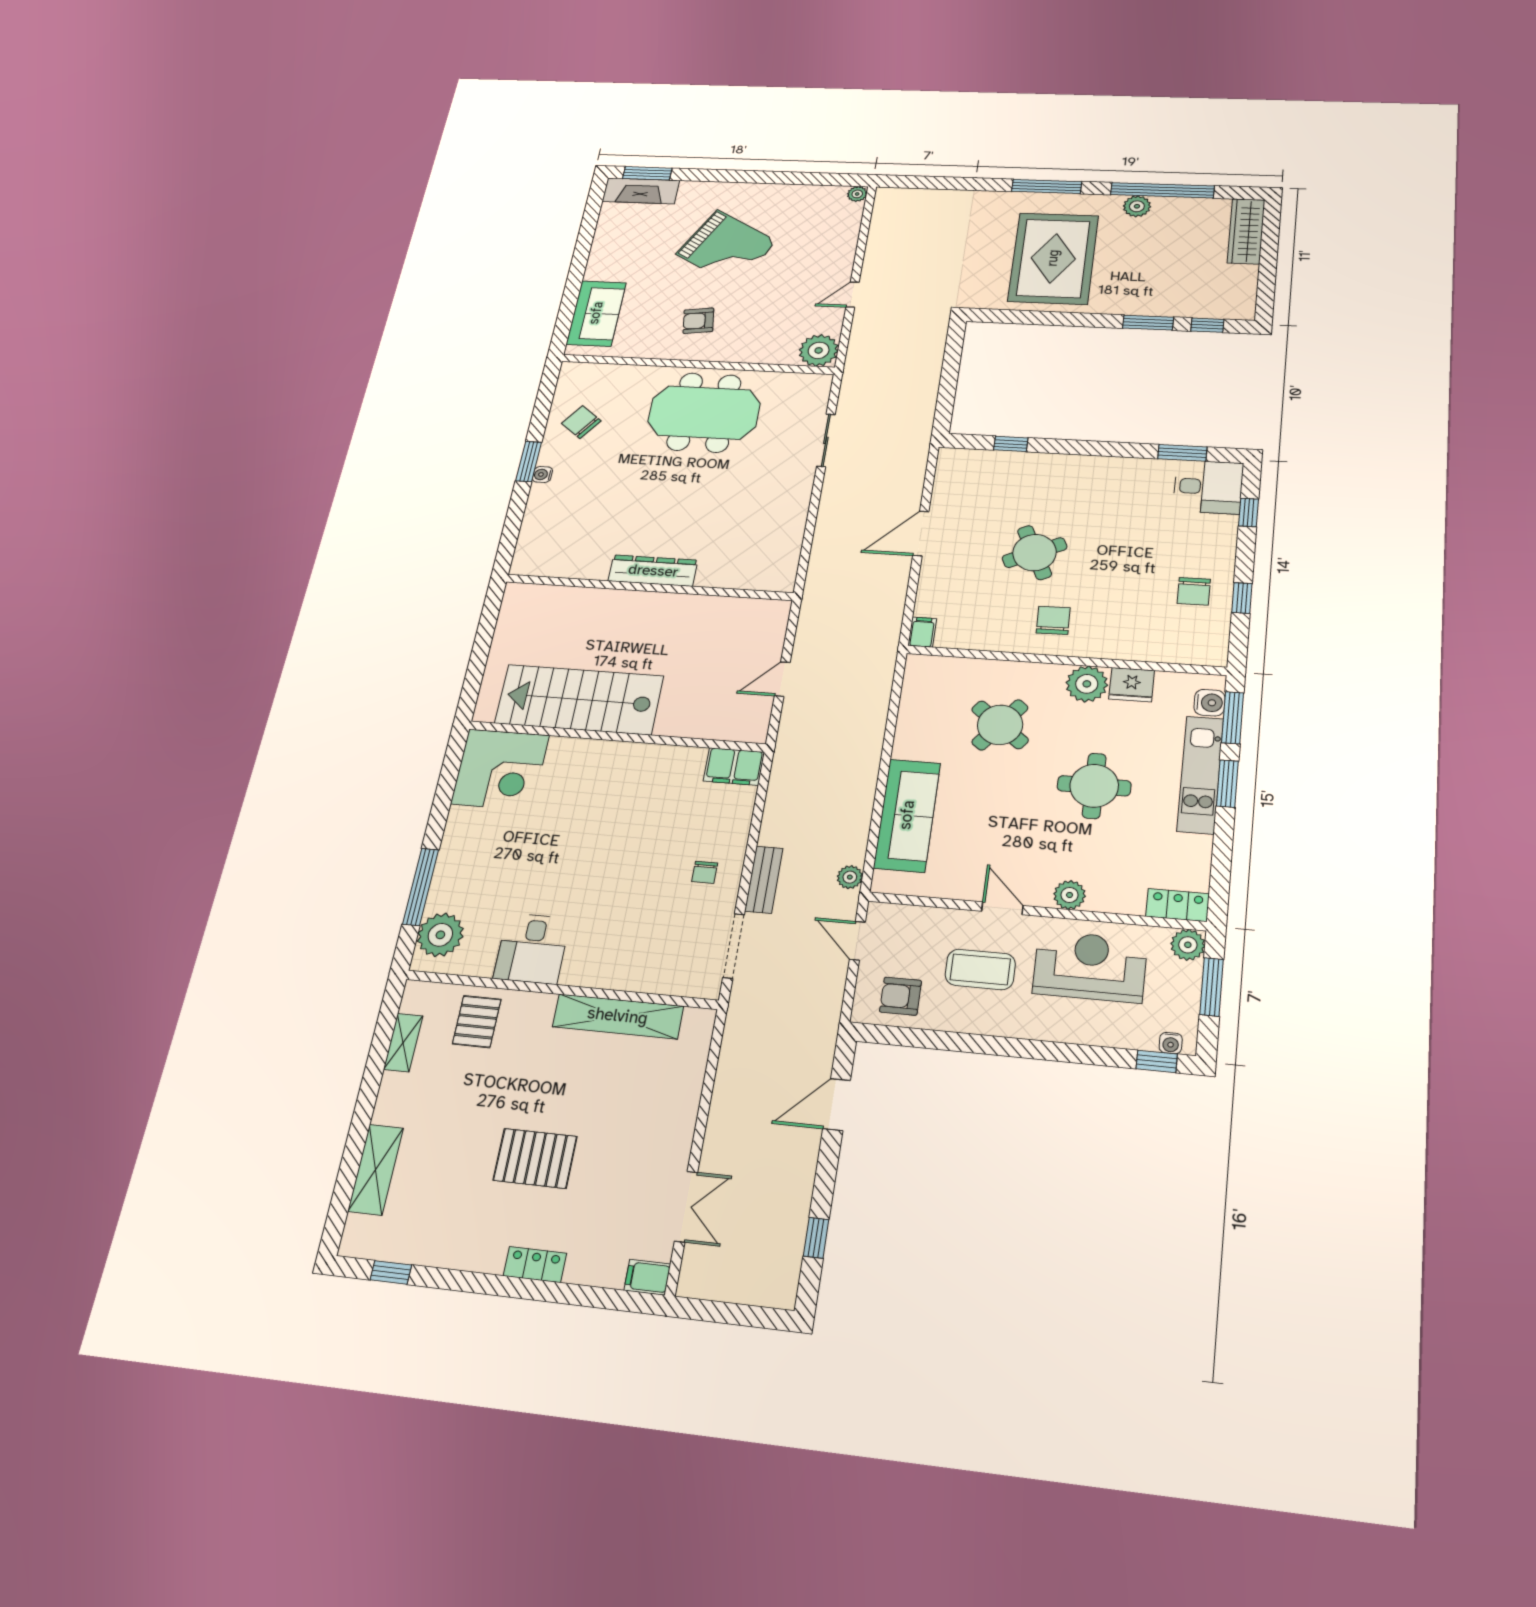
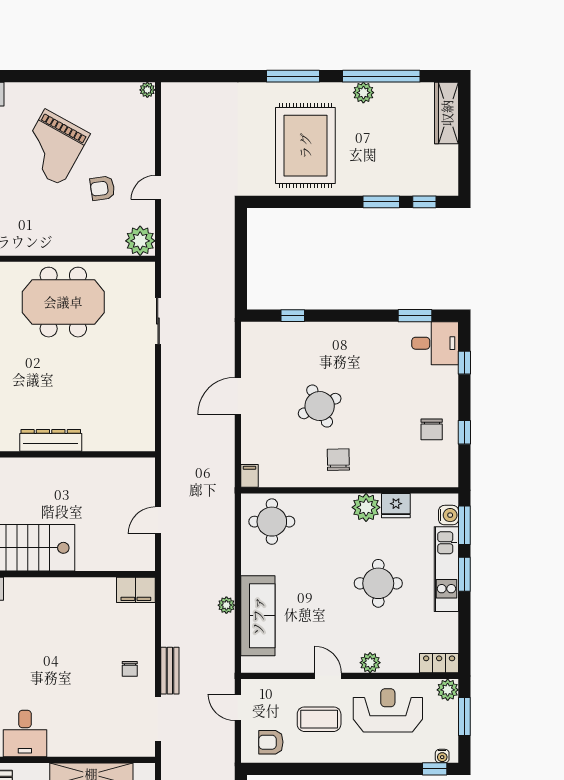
grand piano: (726, 248) -> (53, 147), turned 90
armchair: (698, 321) -> (103, 188), moved
round table: (1000, 725) -> (272, 522), moved, turned -38
plant: (850, 877) -> (226, 605), moved

